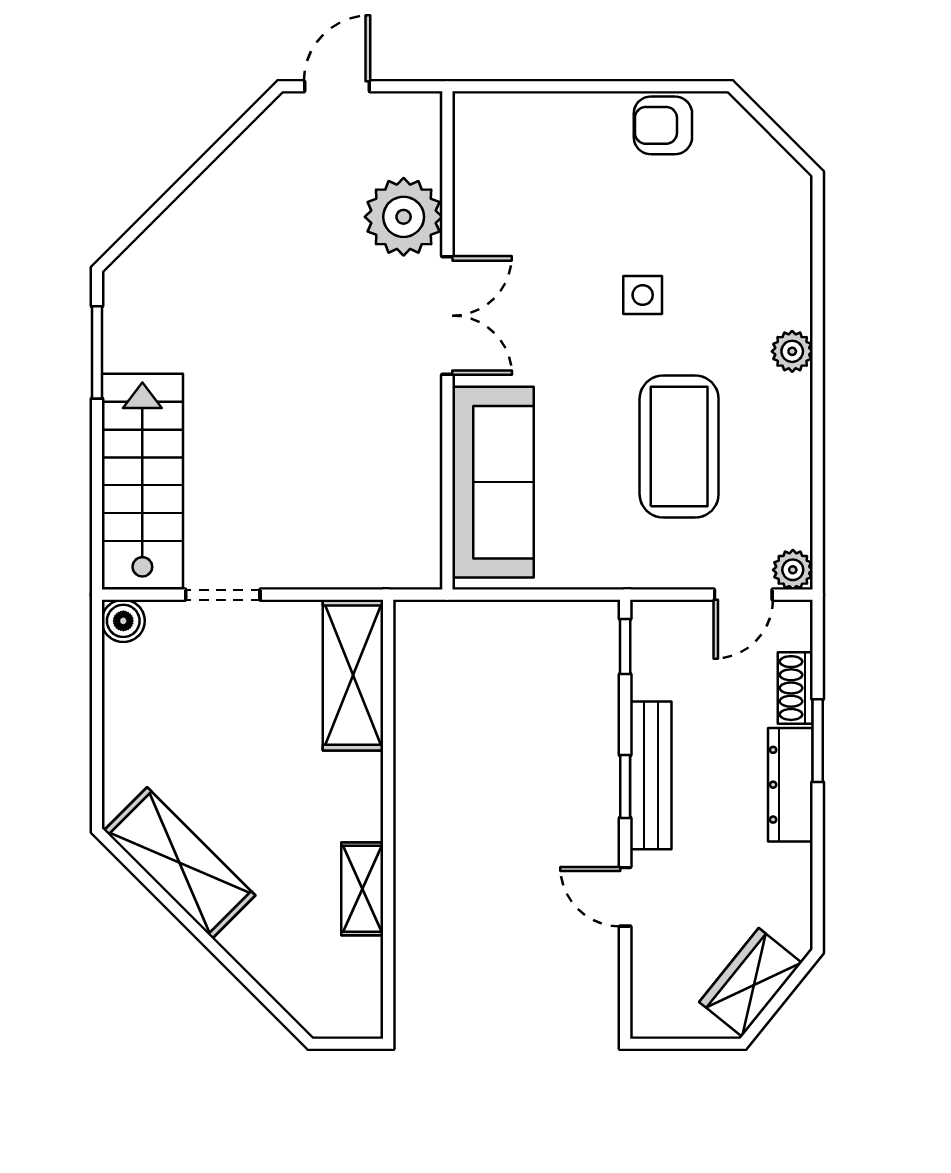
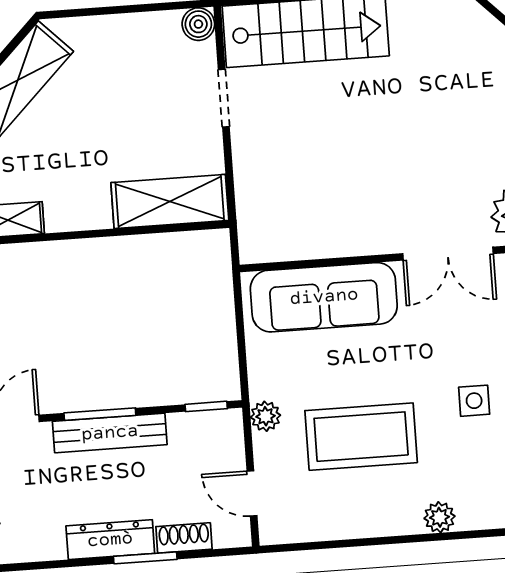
plant: (793, 570) -> (265, 416), moved
window: (625, 787) -> (100, 414), width x1.50

